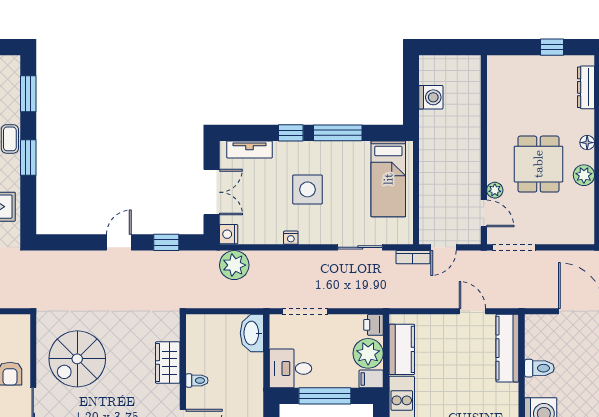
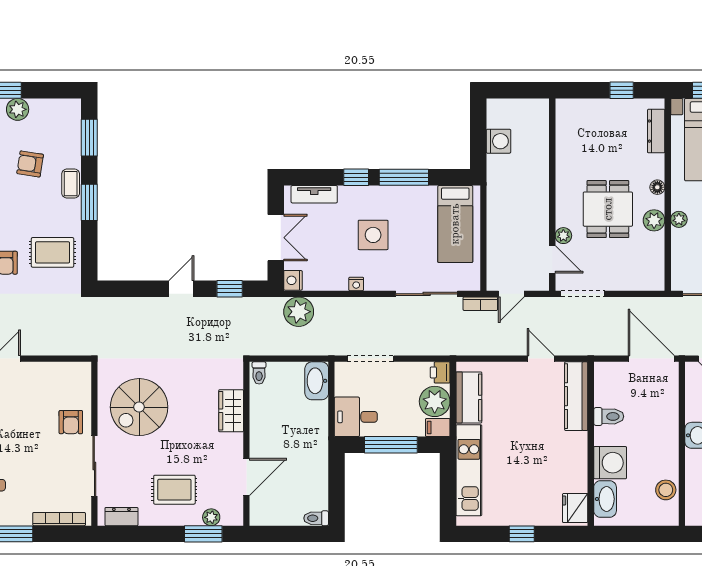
sliding door: (360, 247) -> (427, 294), width x1.37
toilet: (197, 380) -> (259, 373), moved, turned 90

